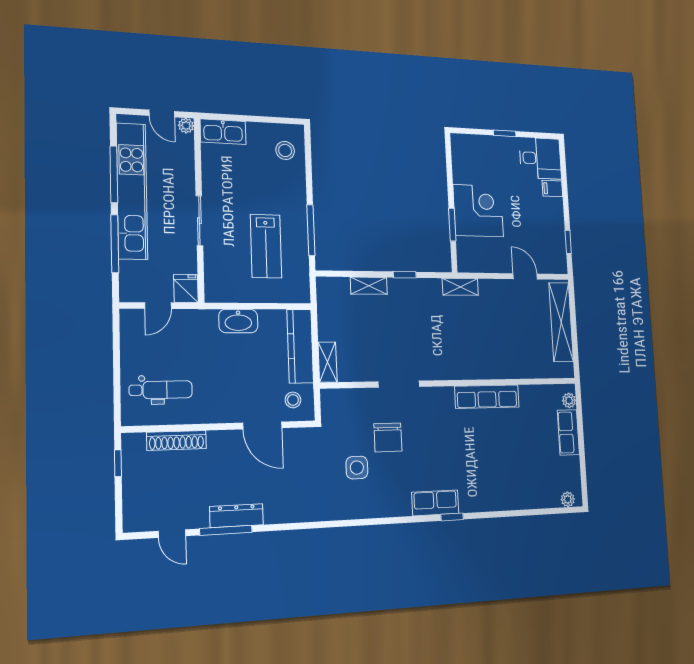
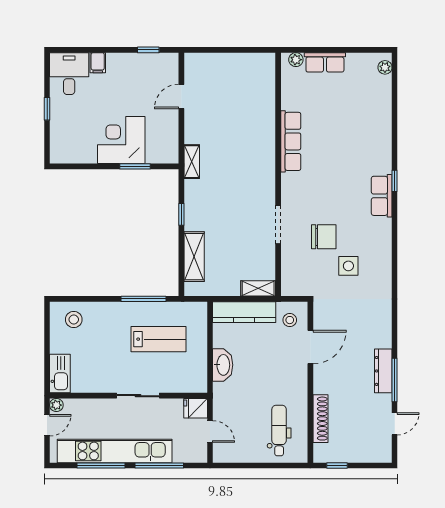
shelving: (369, 286) -> (194, 257), width x1.50, depth x1.33
shelving: (561, 322) -> (224, 63), removed

